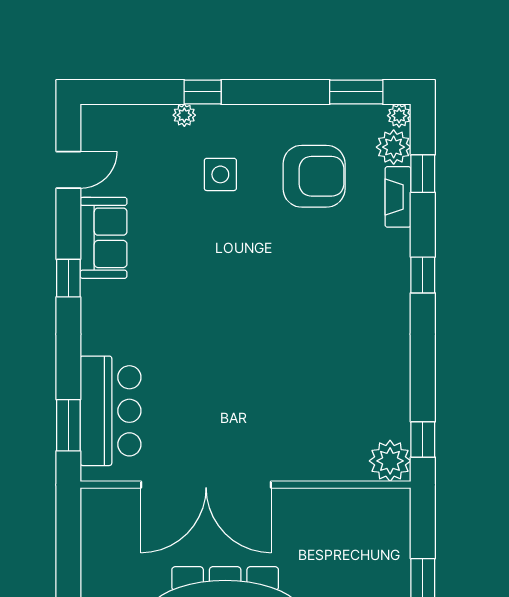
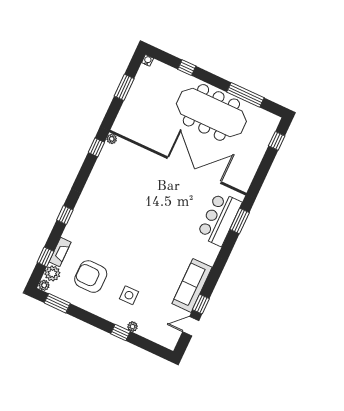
sofa: (104, 238) -> (192, 285), width x1.36
window: (68, 278) -> (201, 304), moved
plant: (390, 461) -> (112, 139), width x0.53, depth x0.53

